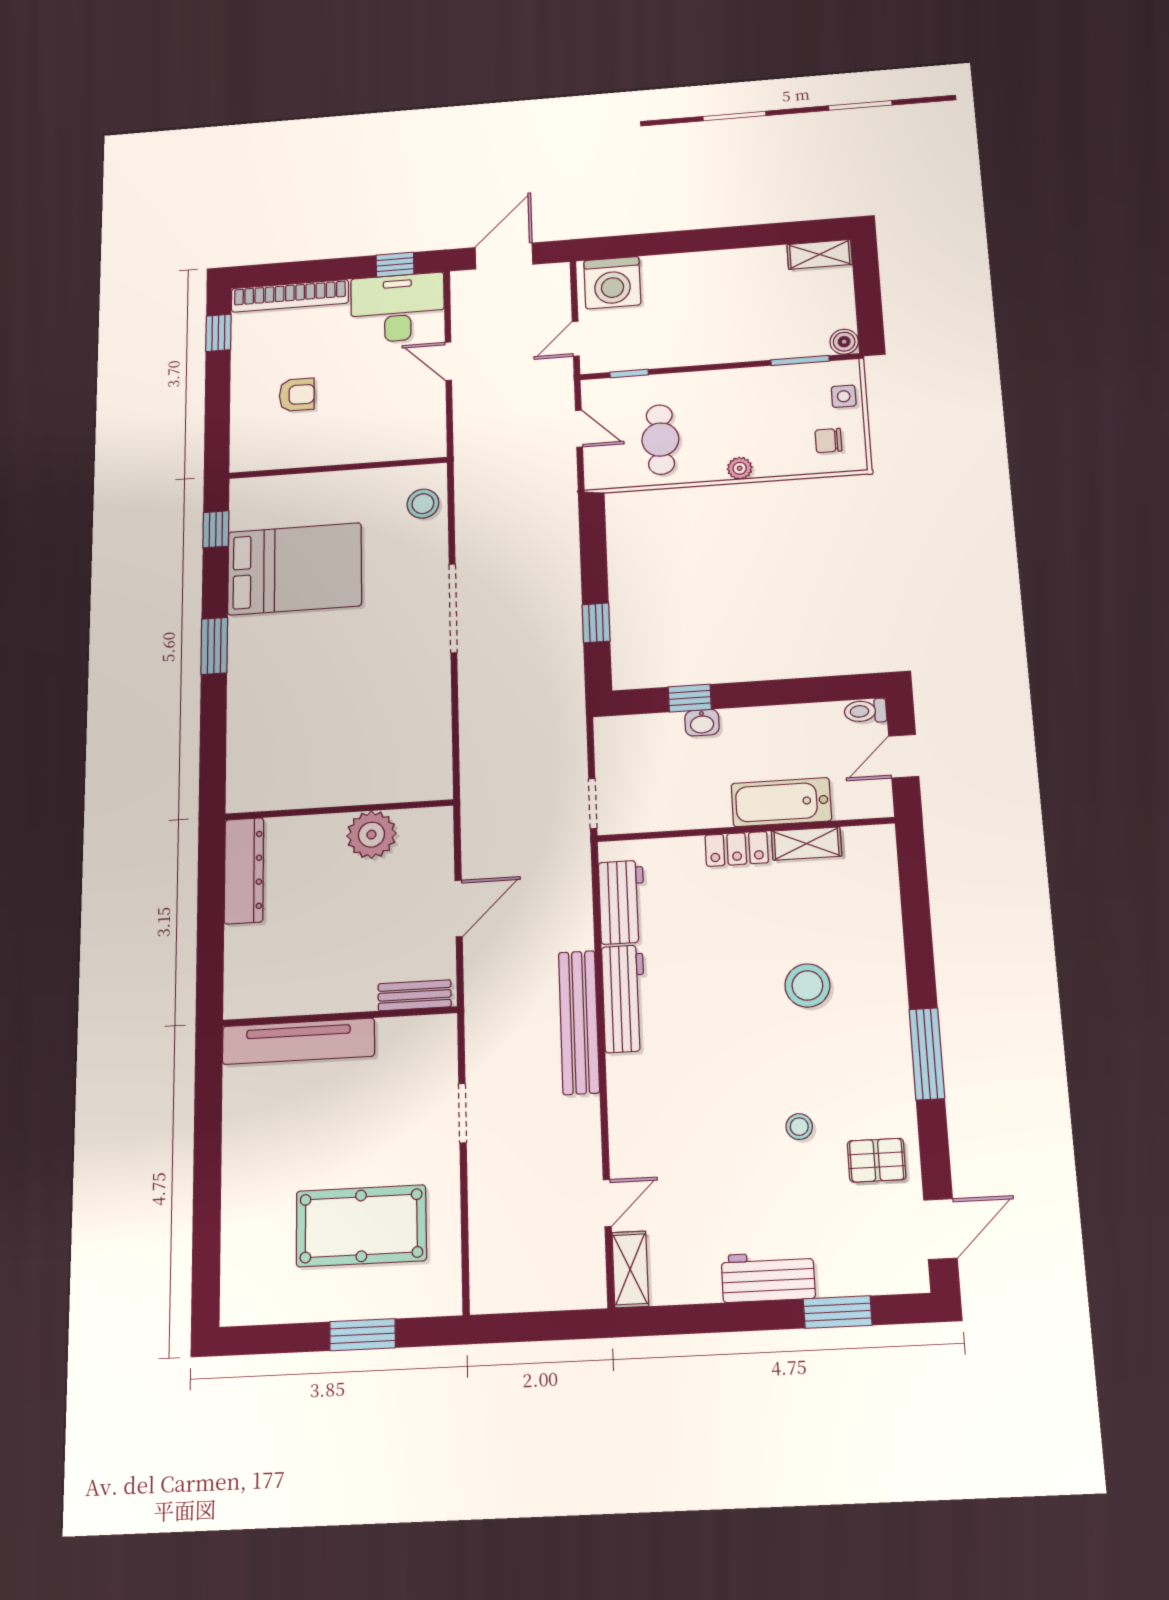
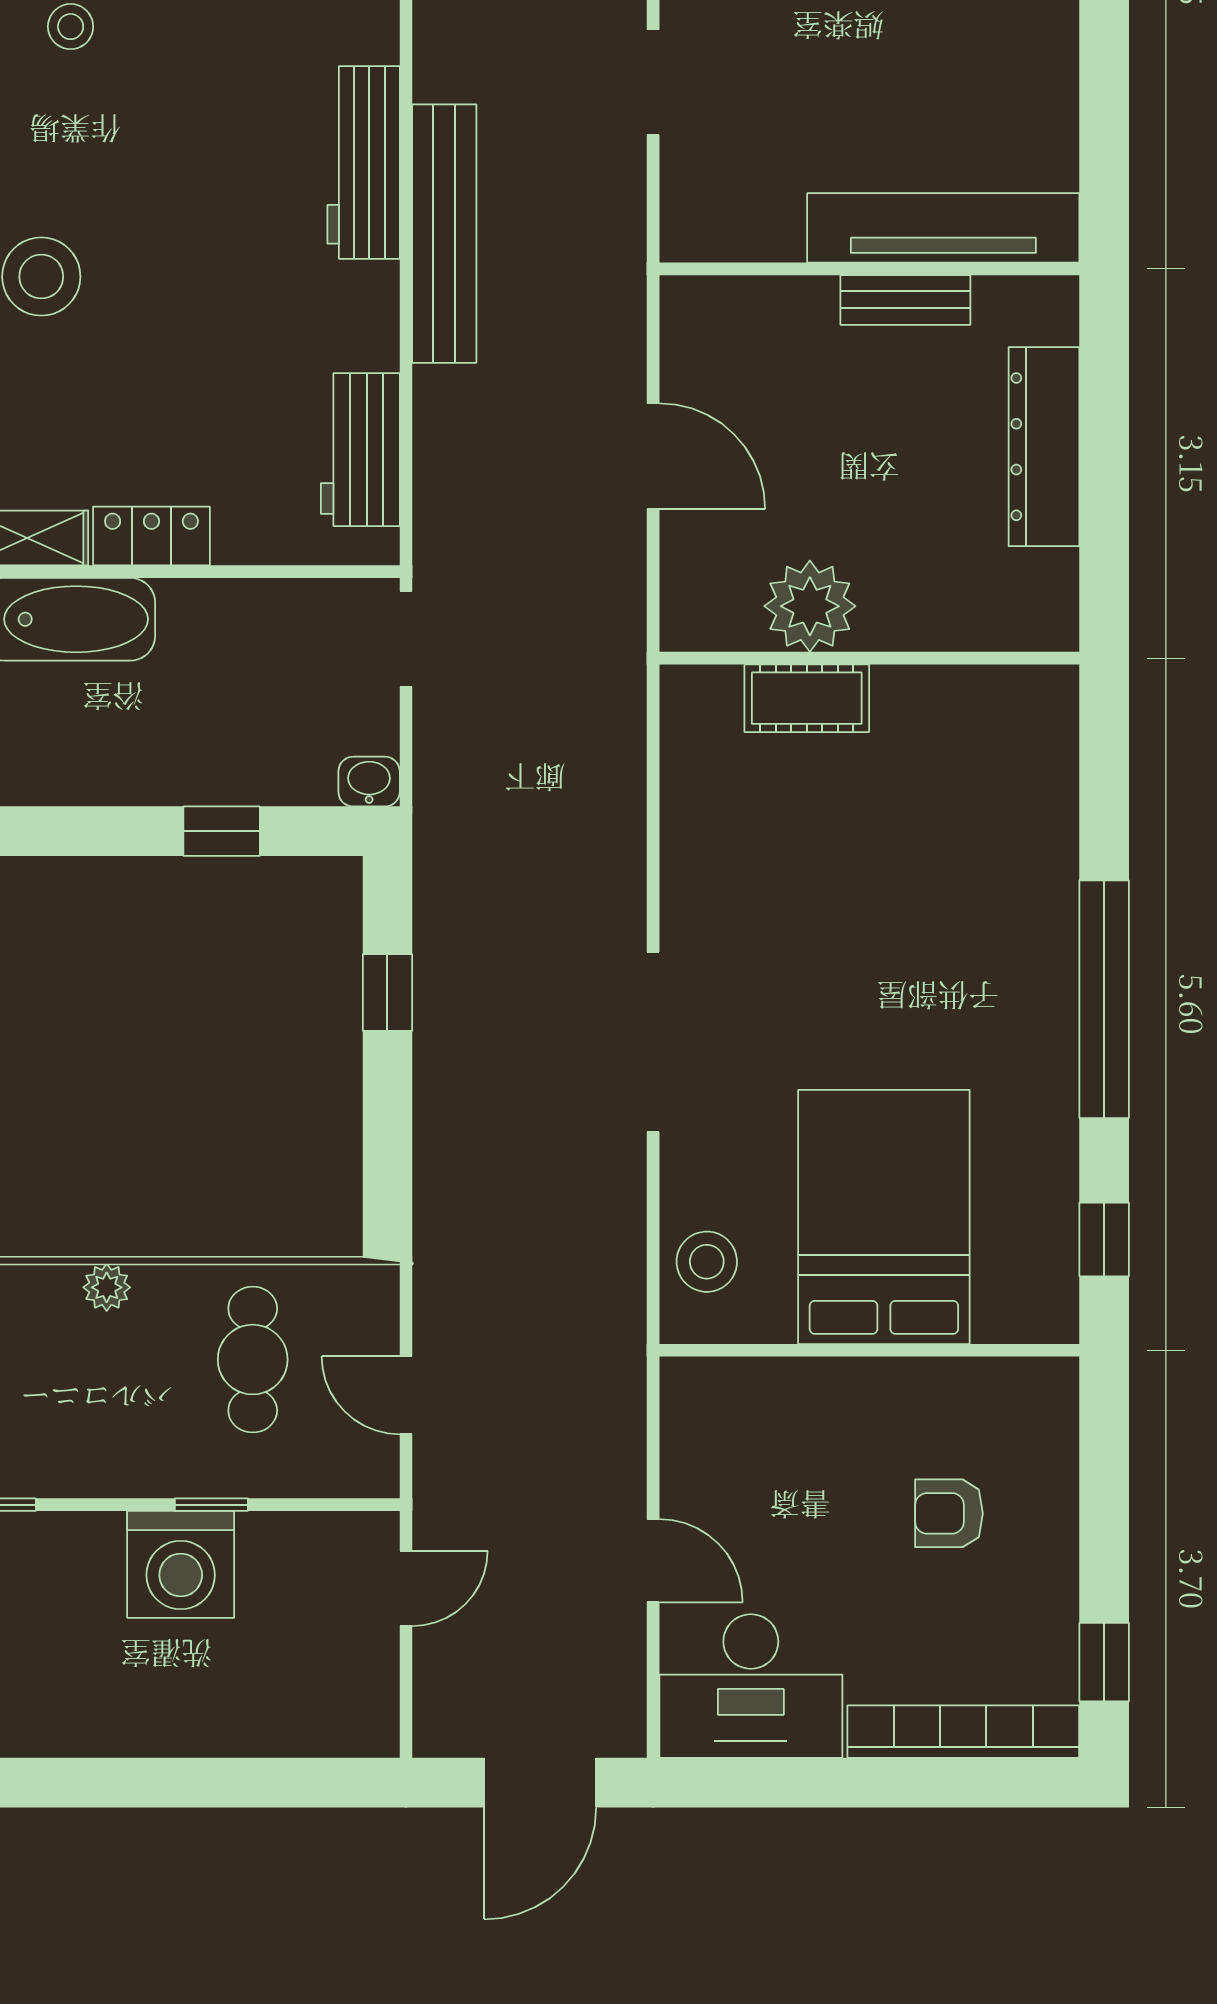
window: (395, 265) -> (755, 1783), removed
washing machine: (612, 283) -> (181, 1564), moved, turned 180
window: (629, 373) -> (211, 1505), moved
bed: (295, 569) -> (884, 1217), moved, turned 90
window: (214, 646) -> (1104, 999), width x2.11
washbasin: (702, 723) -> (369, 782), moved
cot: (373, 787) -> (807, 698), added
dresser: (244, 871) -> (1044, 447), moved
door: (459, 908) -> (653, 456), swing flipped
bench: (415, 995) -> (905, 300), moved
workbench: (624, 999) -> (364, 163), moved

